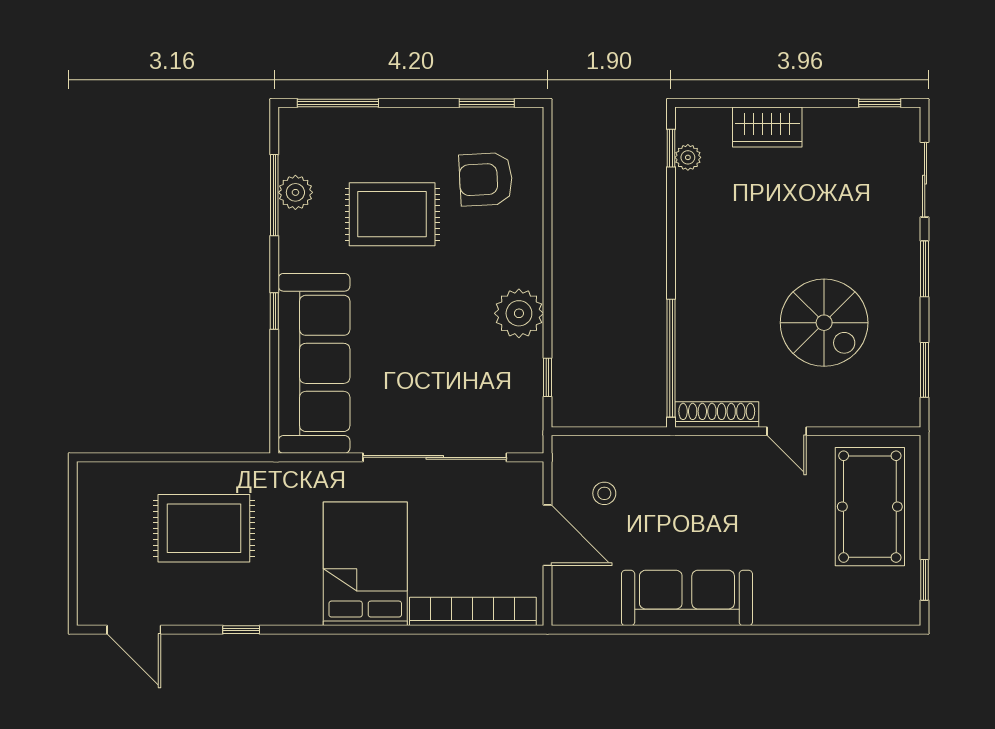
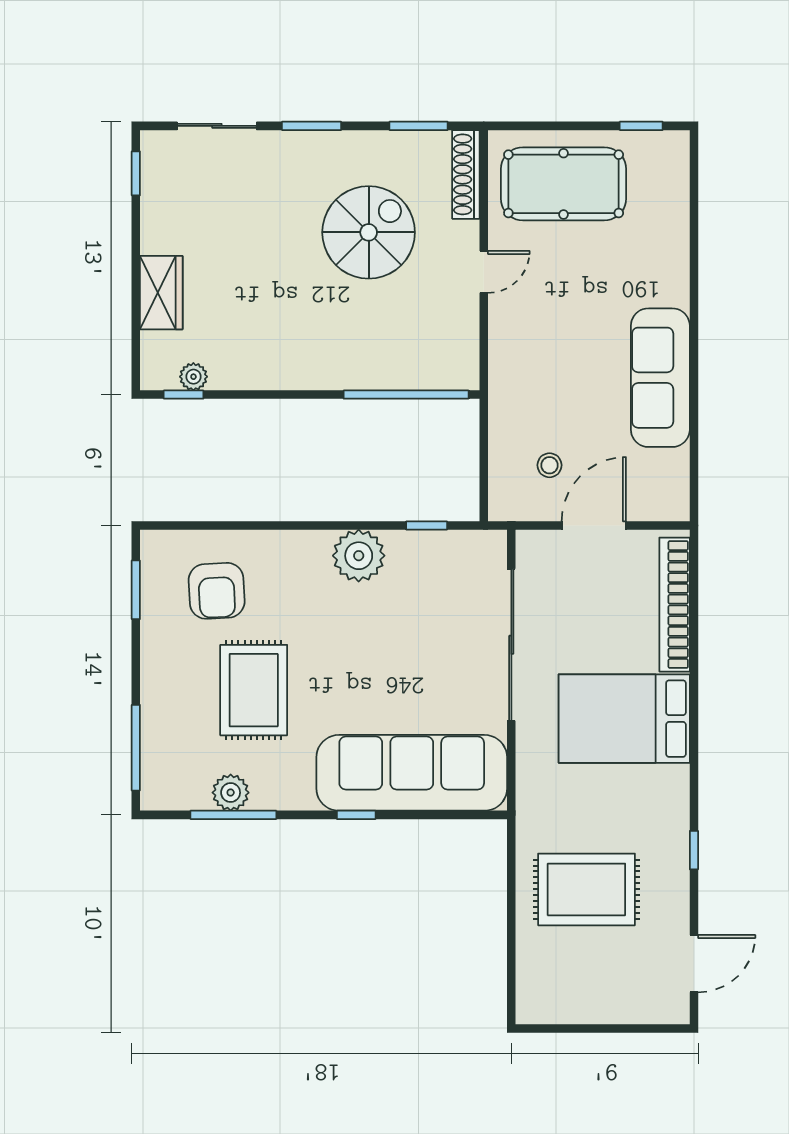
shoe rack: (717, 415) -> (466, 174), moved
rug: (204, 528) -> (586, 889), turned 90

